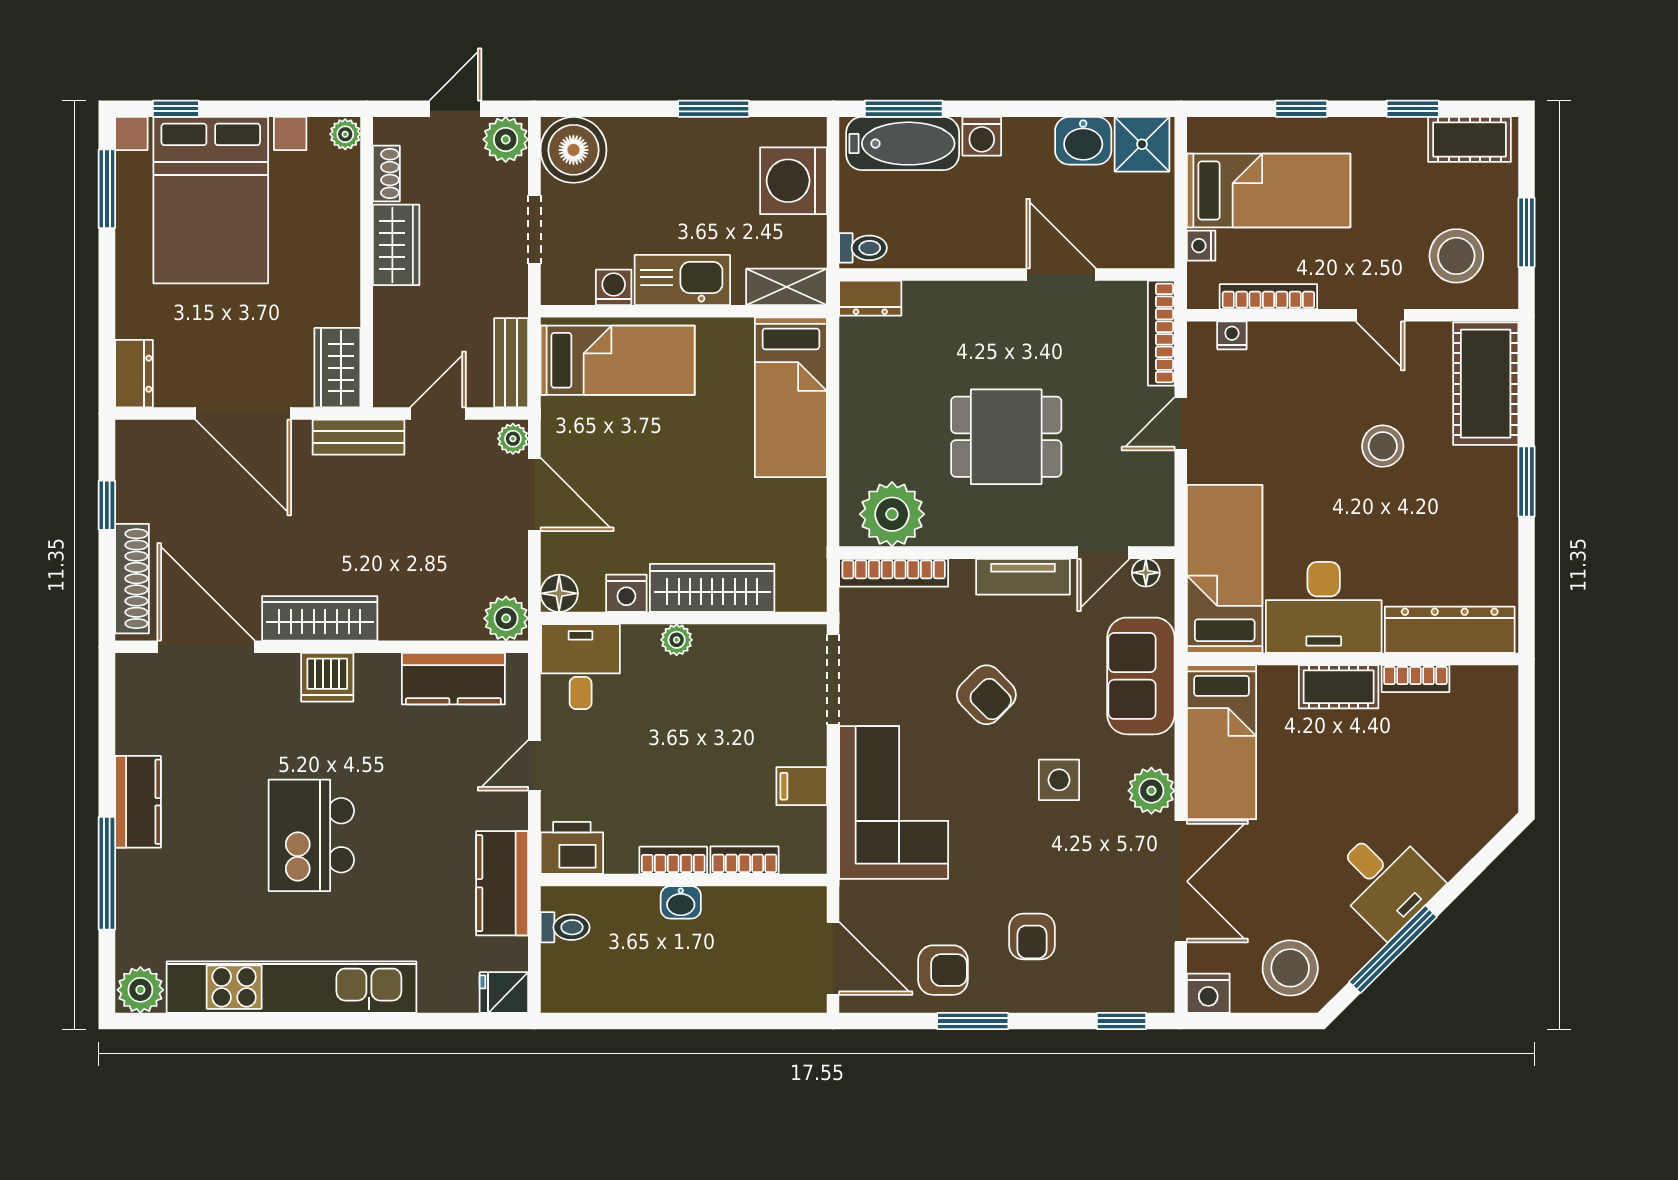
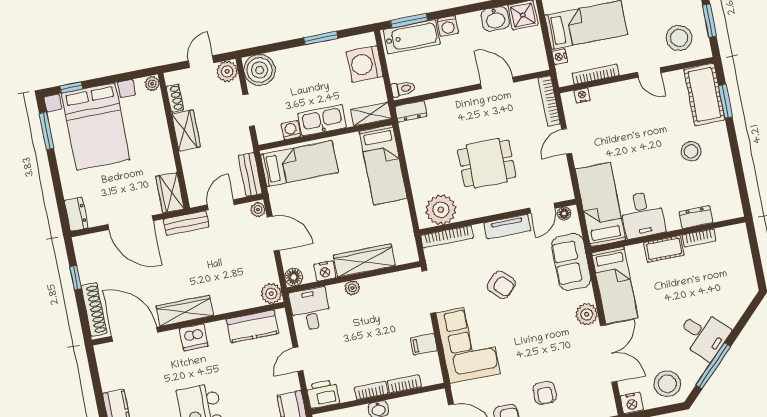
stool: (1383, 446) -> (691, 151), moved
window: (1526, 481) -> (725, 101), moved
desk: (1324, 607) -> (642, 215), width x0.73
dresser: (1450, 630) -> (696, 217), width x0.51, depth x0.80
side table: (1059, 780) -> (543, 318), removed

